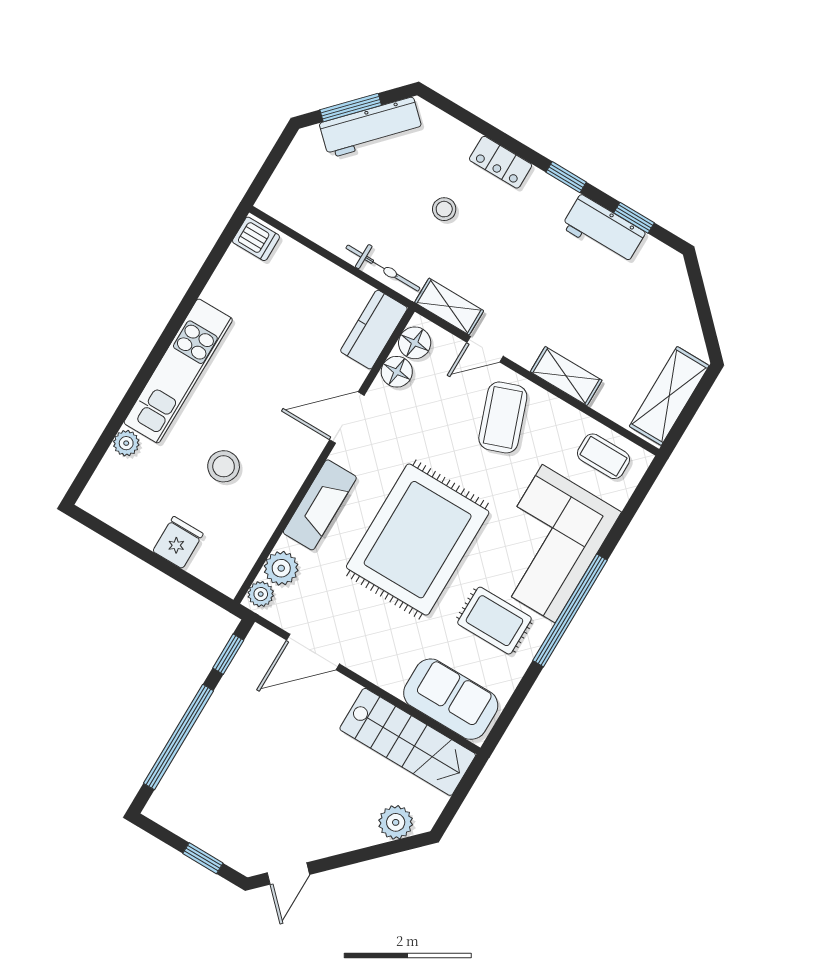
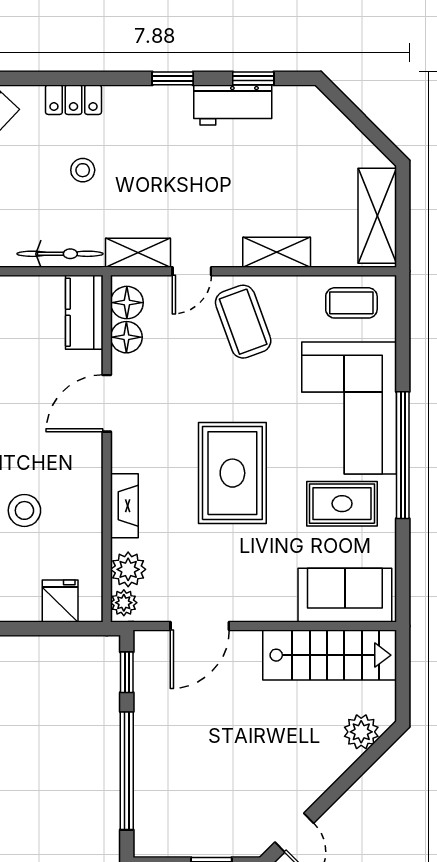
locker: (501, 162) -> (73, 100), moved
fireplace: (320, 505) -> (124, 506), width x0.73, depth x0.76
rug: (418, 540) -> (232, 473), width x0.73, depth x0.69
fridge: (178, 542) -> (60, 601), moved

